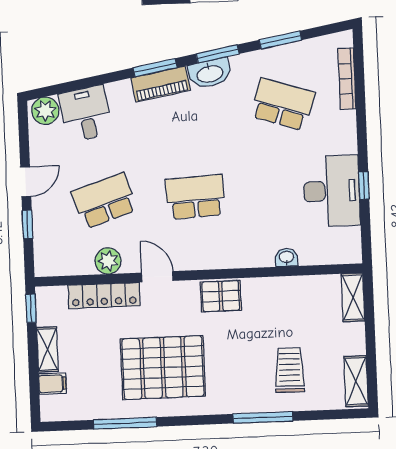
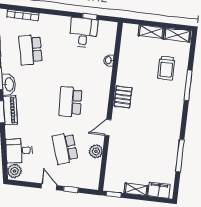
school desk: (283, 104) -> (31, 50), turned -30
window: (364, 186) -> (90, 16), moved
desk: (332, 191) -> (83, 33), width x0.73
locker: (104, 295) -> (113, 156), removed
shelving: (353, 297) -> (151, 32), moved
pallet: (163, 368) -> (155, 132), removed
trolley: (290, 370) -> (166, 68), turned -91
filing cabinet: (52, 384) -> (159, 190), width x2.00

